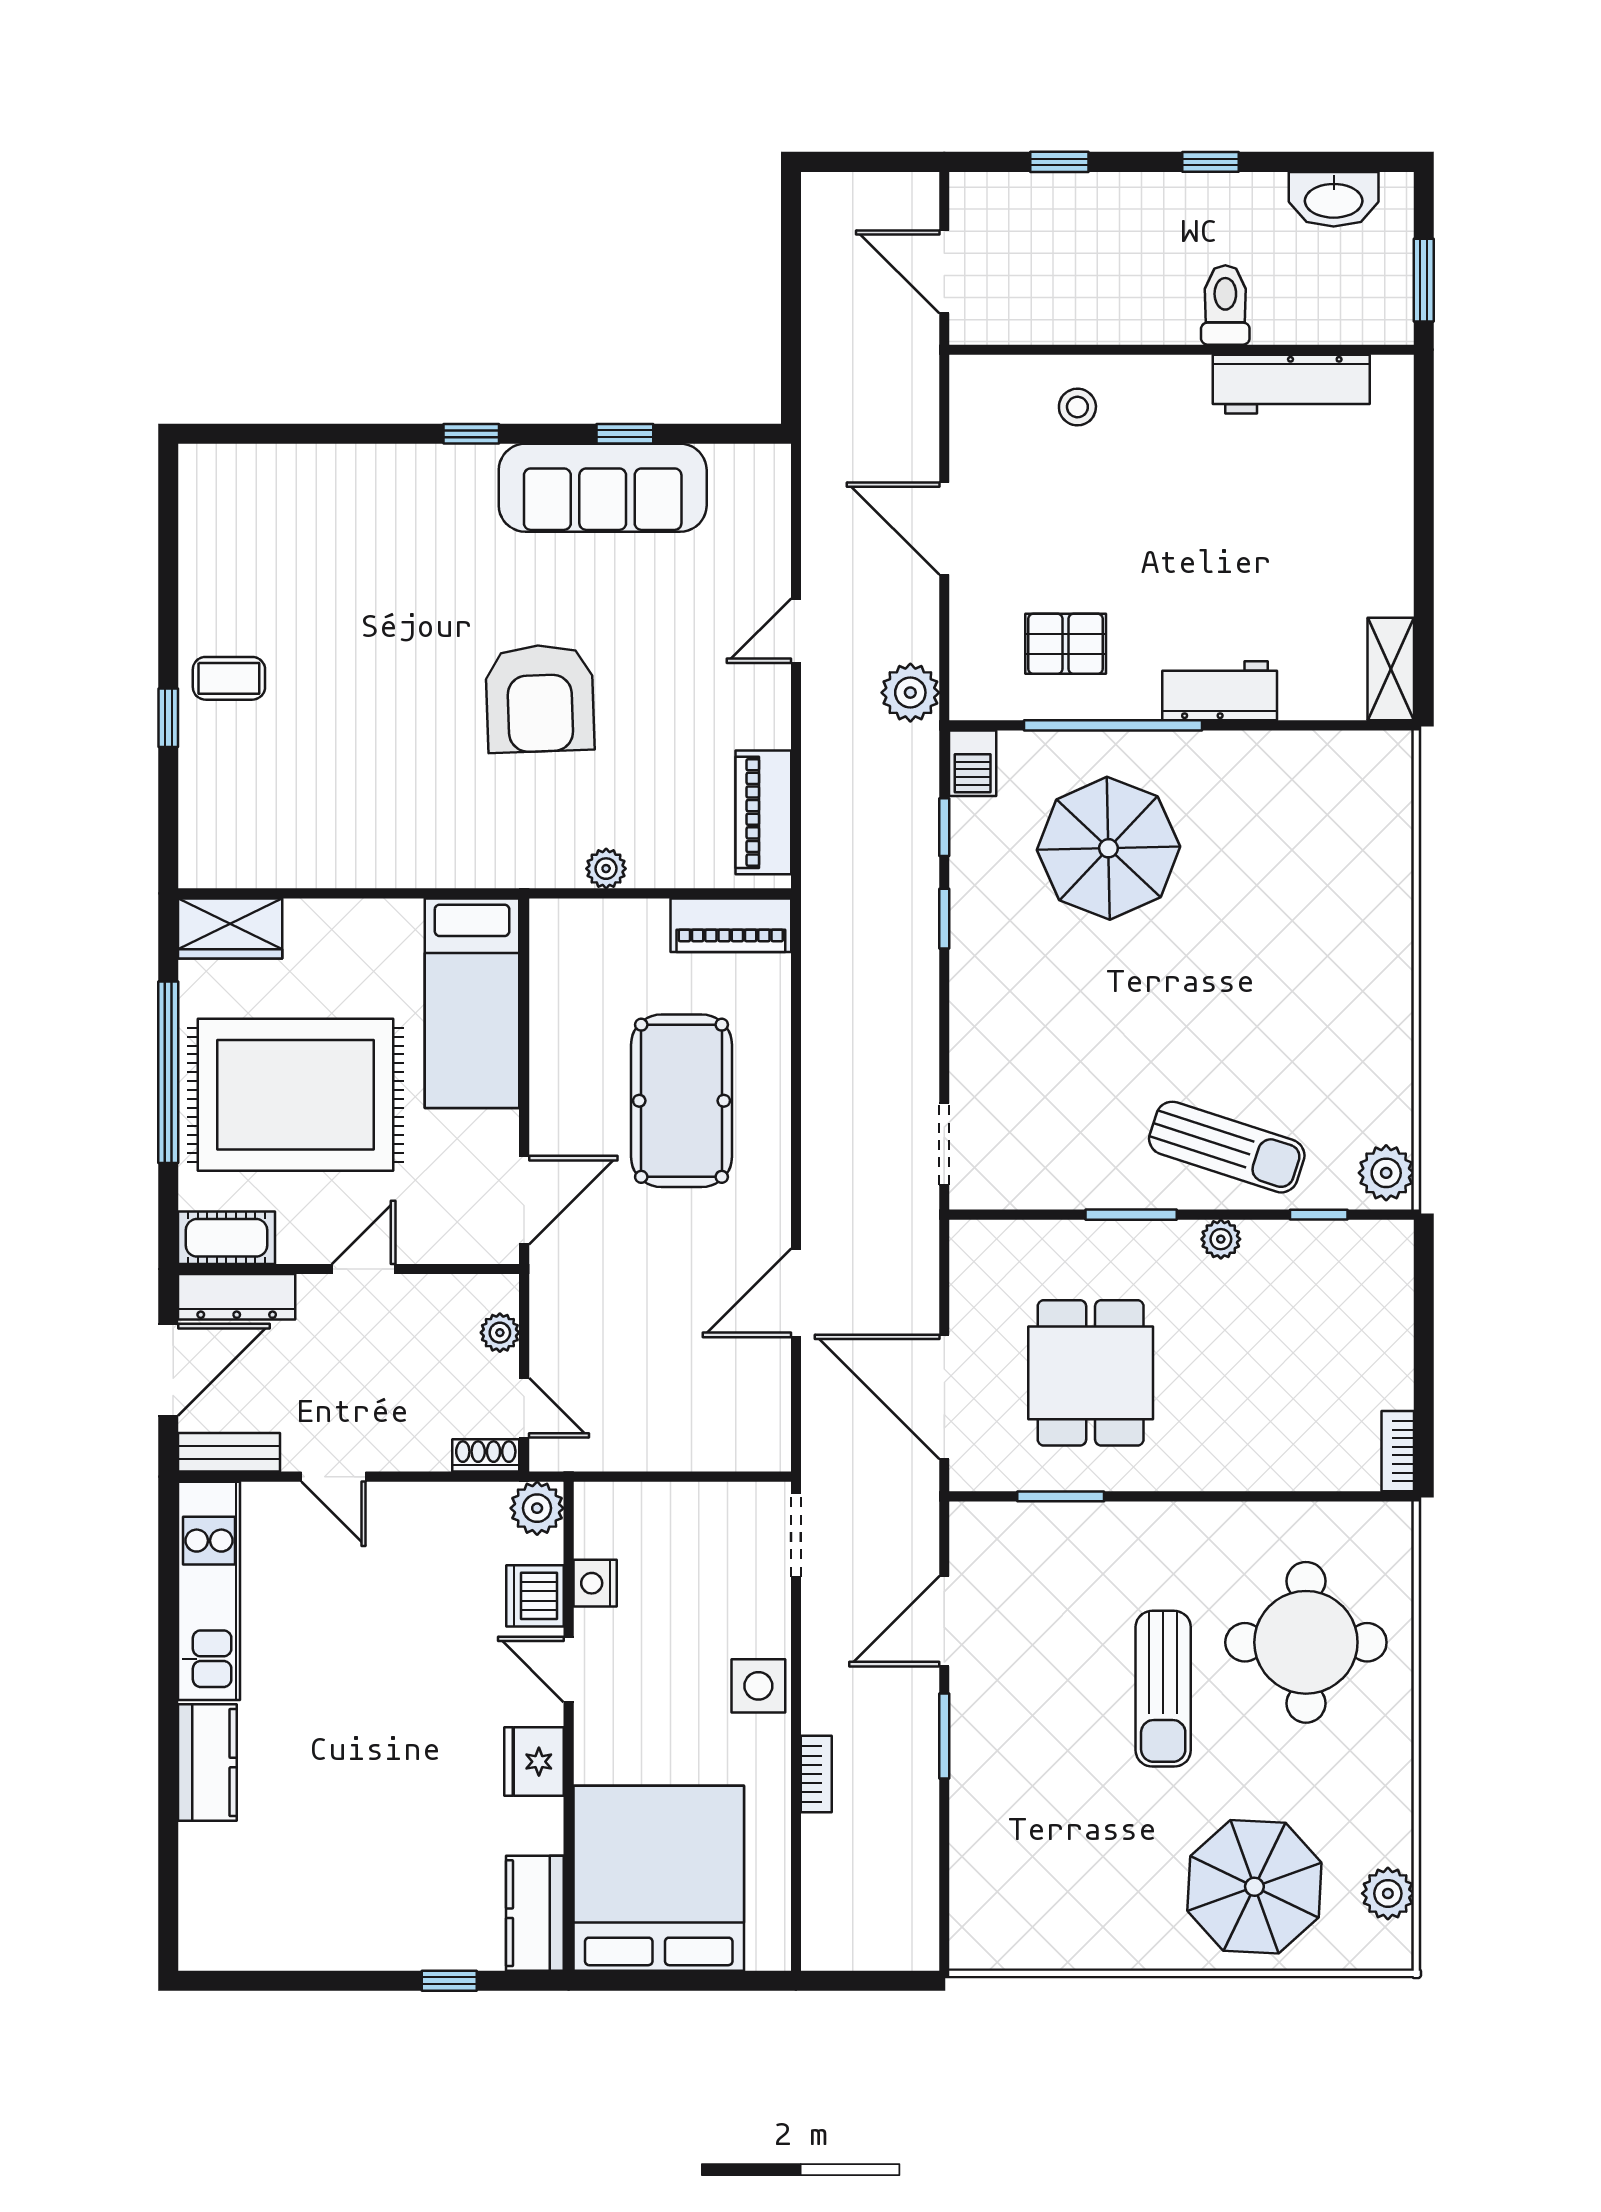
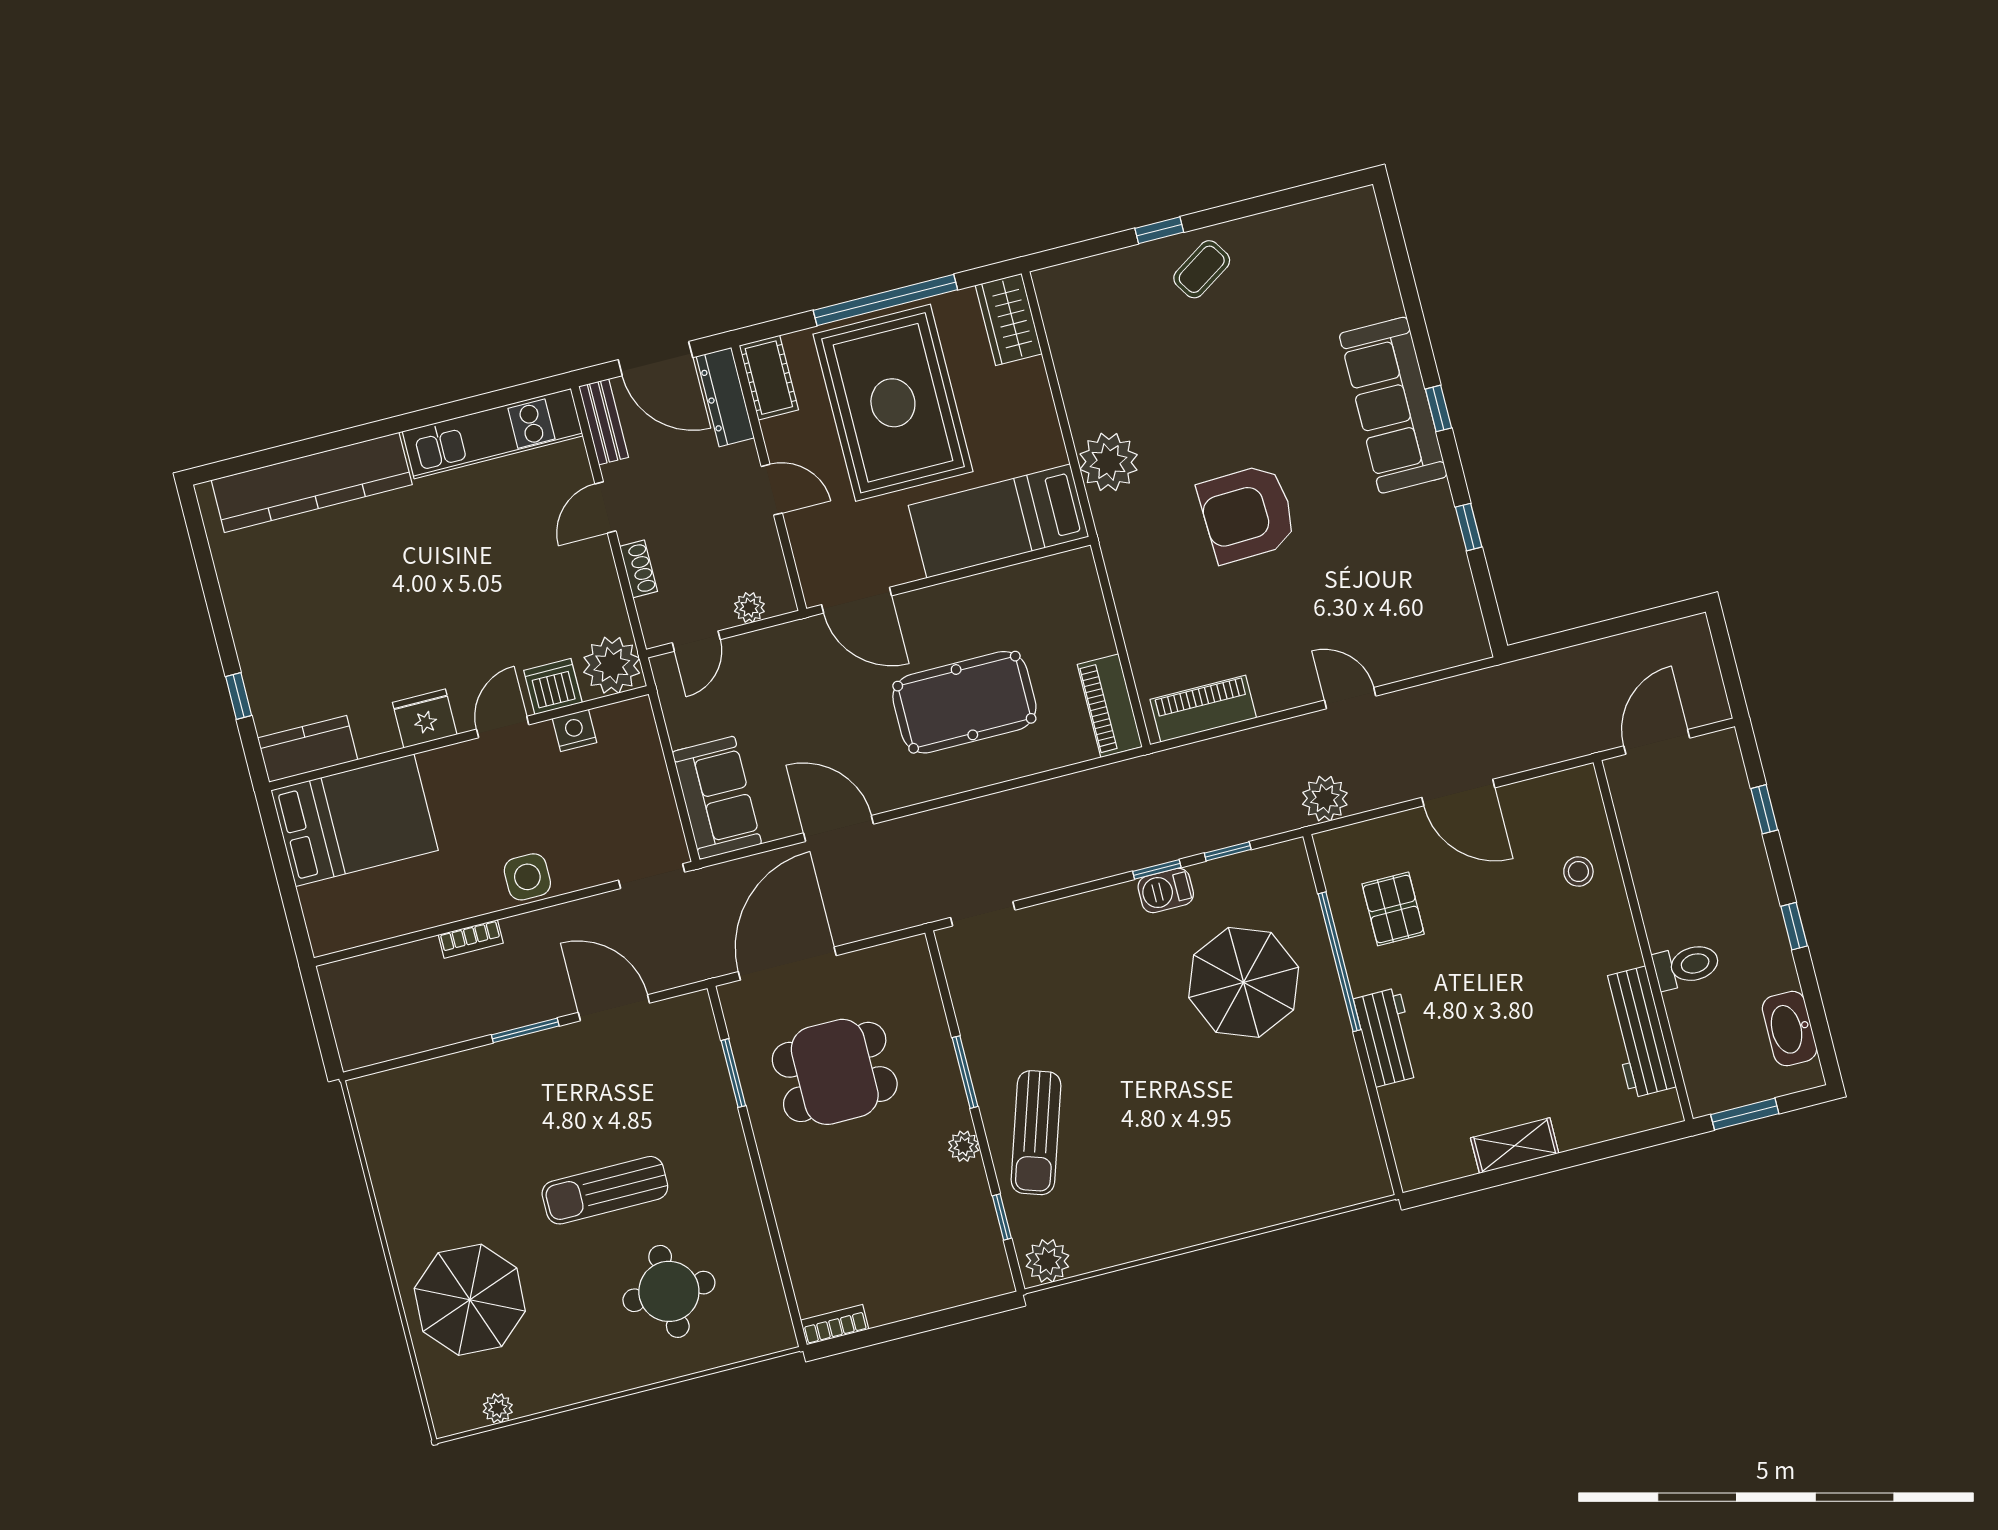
sofa: (603, 488) -> (1393, 405), moved
door: (944, 529) -> (1458, 793), swing flipped
shelving: (1391, 669) -> (1515, 1146), moved
coffee table: (229, 678) -> (1202, 269), turned 57
barbecue: (973, 763) -> (1166, 890), moved
plant: (606, 869) -> (1109, 462), moved, width x1.88, depth x1.88
sofa: (721, 1431) -> (717, 798), added
shoe rack: (486, 1455) -> (639, 569), moved
plant: (537, 1508) -> (612, 665), width x1.36, depth x1.36
round table: (1306, 1642) -> (669, 1291), width x0.73, depth x0.73
kitchen counter: (207, 1763) -> (312, 482), width x2.08, depth x1.17
bed: (659, 1878) -> (355, 820), width x0.73
plant: (1388, 1893) -> (498, 1408), width x0.73, depth x0.73

